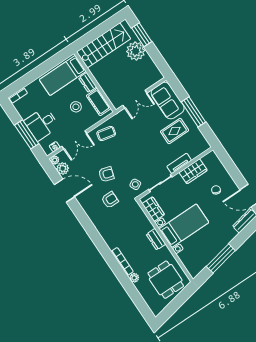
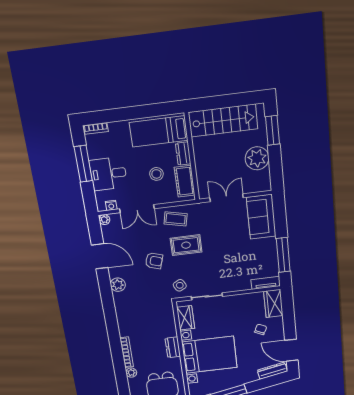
plant: (136, 51) -> (257, 158), moved
double door: (135, 99) -> (227, 198), swing flipped
window: (194, 112) -> (283, 255), moved
rug: (175, 131) -> (186, 245), moved
window: (27, 134) -> (83, 164), moved
tv unit: (179, 163) -> (266, 283), moved
plant: (63, 168) -> (118, 285), moved
wardrobe: (193, 171) -> (273, 303), moved, turned 90
armchair: (110, 200) -> (144, 288), removed
bed with nightstands: (184, 226) -> (209, 355), width x1.36

